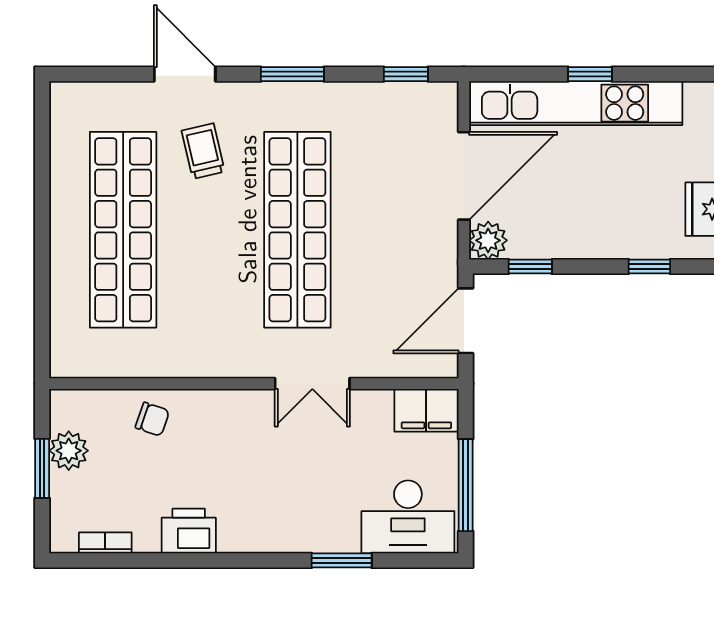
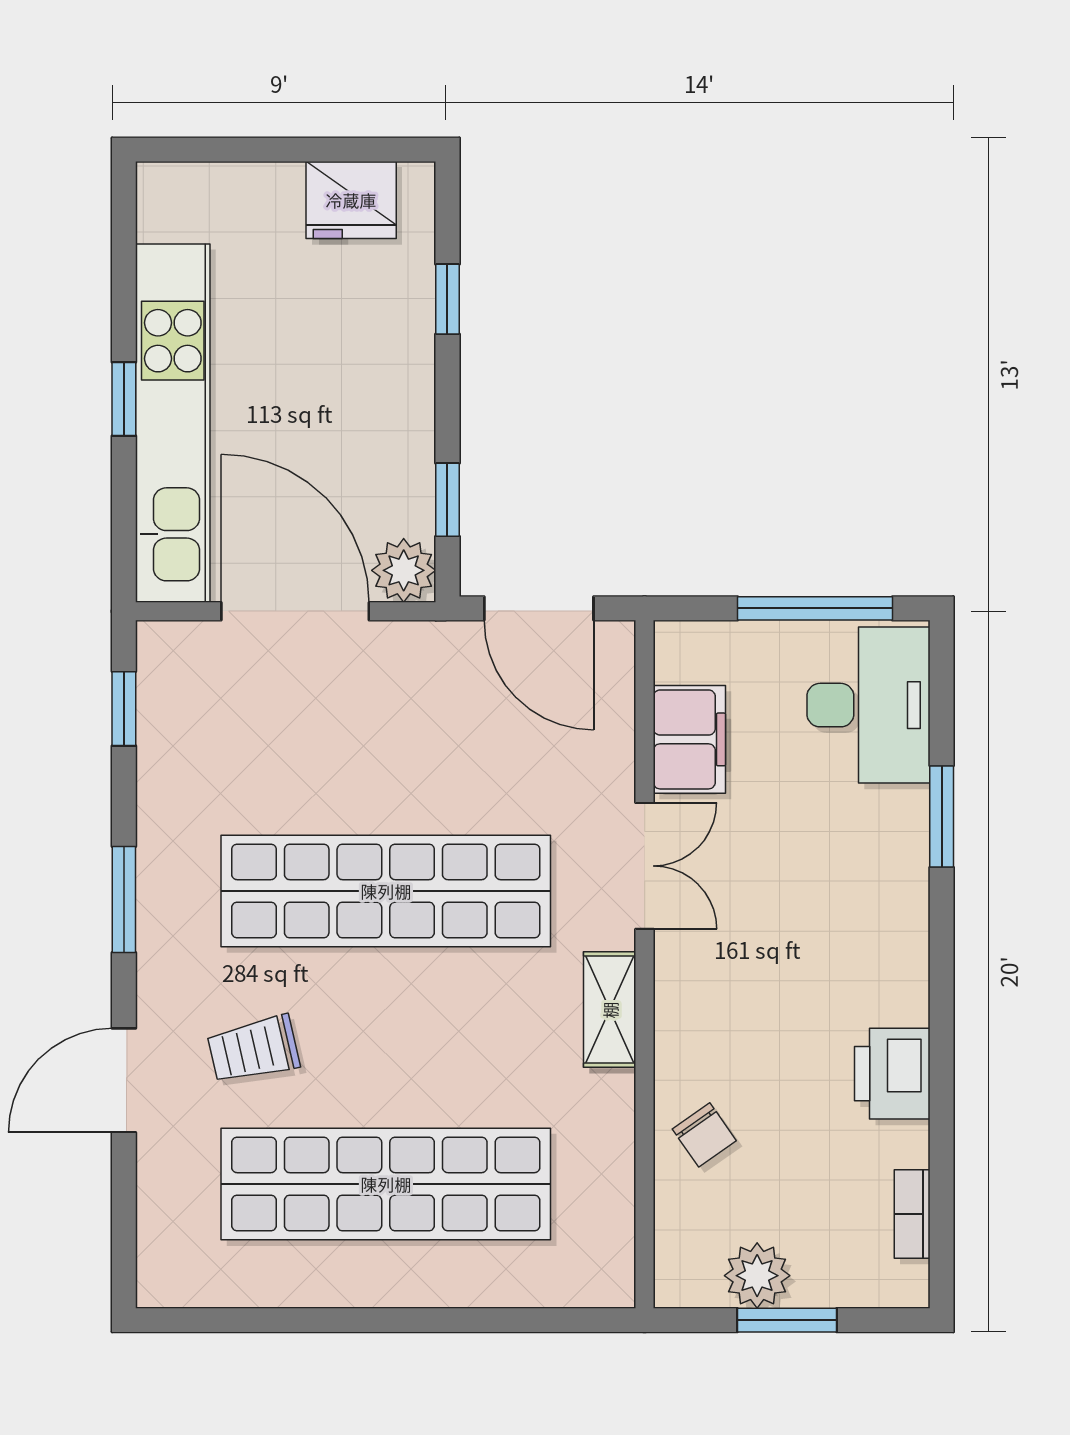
shelving: (227, 363) -> (610, 1010), added
filing cabinet: (426, 410) -> (689, 739), moved
chair: (152, 419) -> (704, 1135), turned 126

